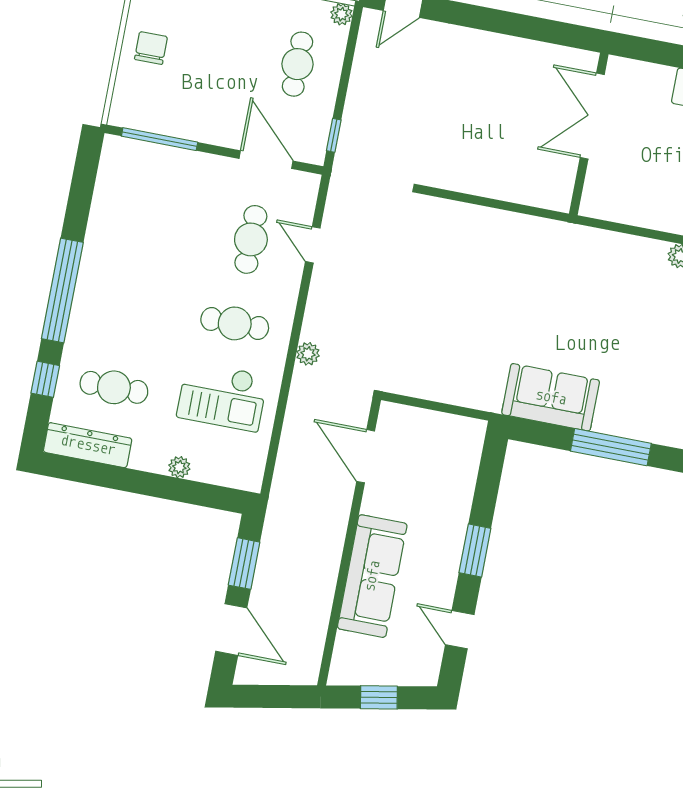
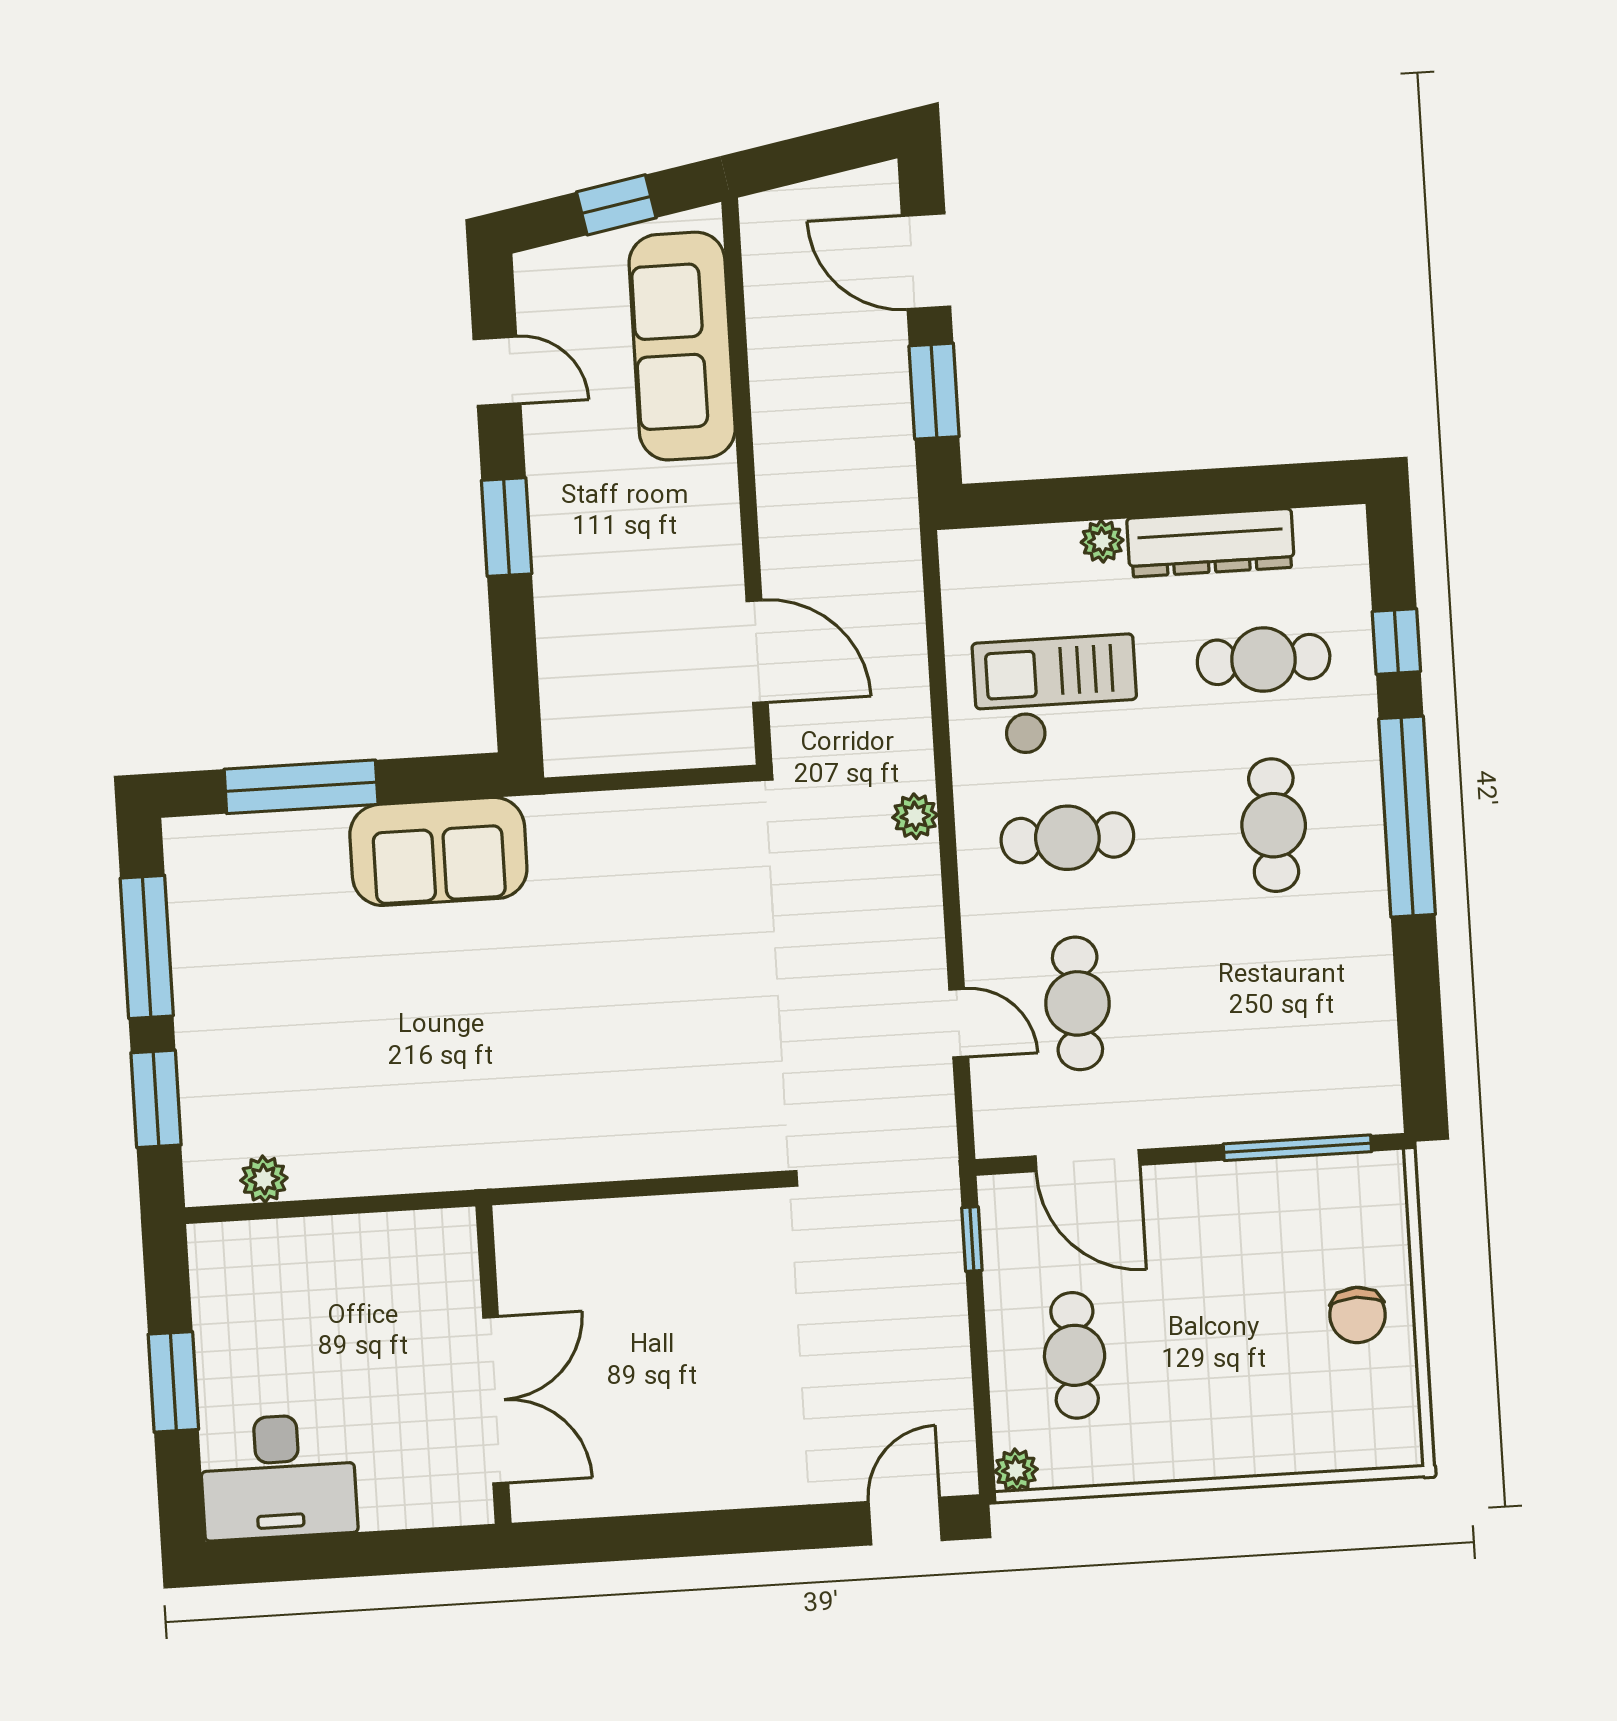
cafe table: (130, 303) -> (1274, 825), added
dresser: (88, 445) -> (1211, 543), moved
sofa: (372, 576) -> (682, 346), moved

